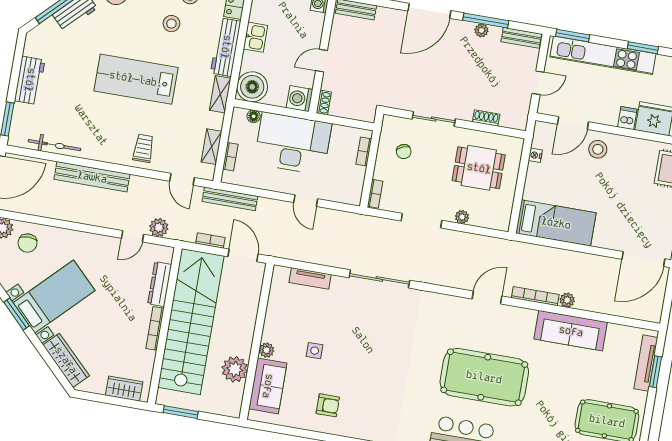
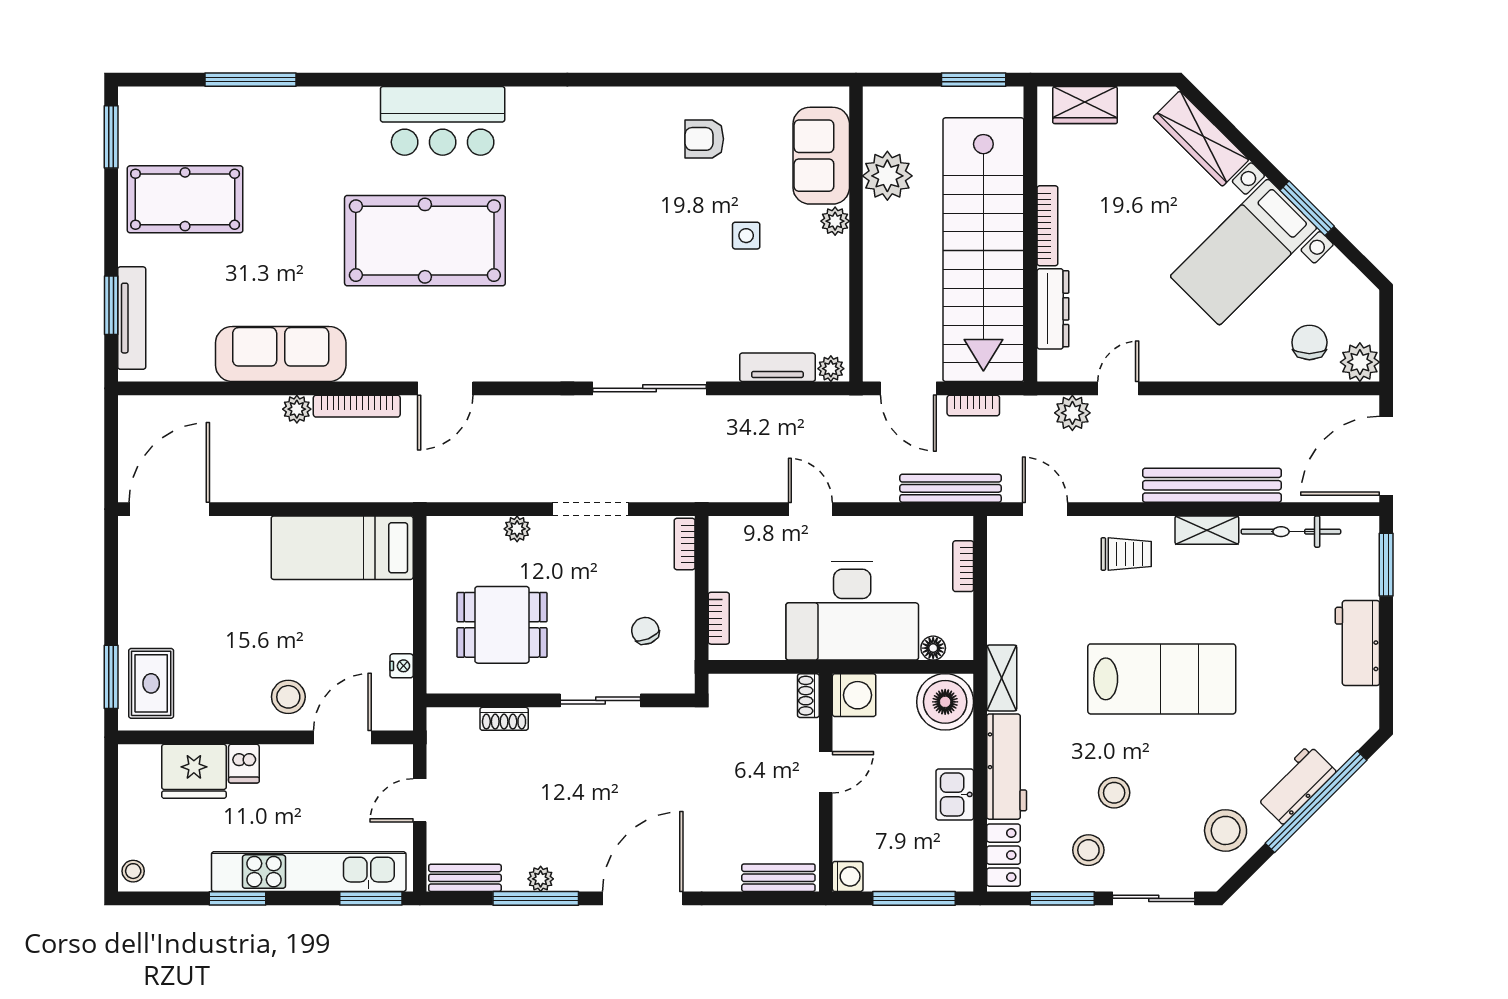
shelving: (211, 147) -> (1207, 530), moved, turned 90
trolley: (143, 148) -> (1126, 554), turned -90
plant: (282, 273) -> (831, 369), added

